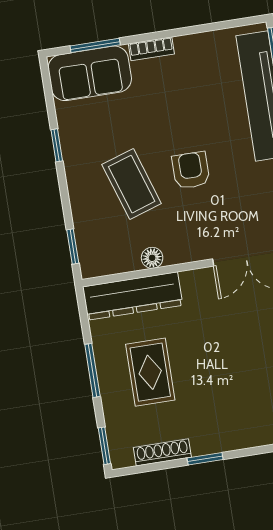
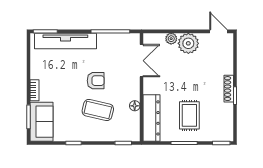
armchair: (191, 170) -> (96, 81), turned 180
coffee table: (132, 184) -> (98, 110), turned 31
rug: (150, 372) -> (189, 115), turned 90
shoe rack: (162, 452) -> (229, 89), moved

